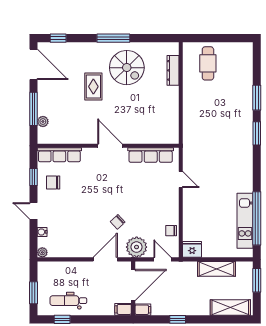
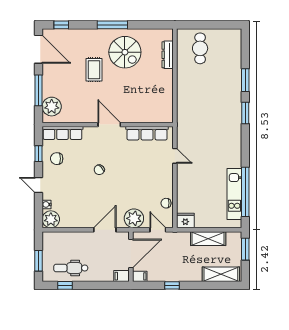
plant: (43, 122) -> (52, 107), width x1.88, depth x1.88
chair: (118, 222) -> (99, 170), moved
plant: (42, 252) -> (51, 219), width x1.87, depth x1.87

